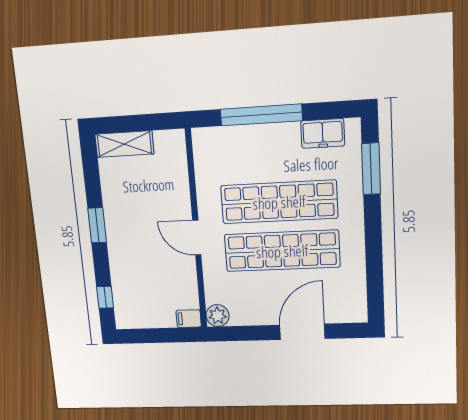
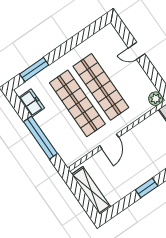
shelving: (124, 144) -> (91, 191), width x1.47
door: (197, 238) -> (109, 141), moved
door: (302, 332) -> (137, 51), width x0.53

